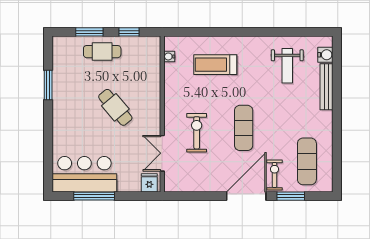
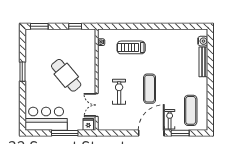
window: (89, 32) -> (39, 26), moved
cafe table: (102, 52) -> (58, 39), removed
weight bench: (287, 66) -> (178, 48), removed
window: (48, 85) -> (22, 72), moved
cafe table: (115, 107) -> (66, 75), width x1.37, depth x1.35
window: (94, 196) -> (65, 133), moved

